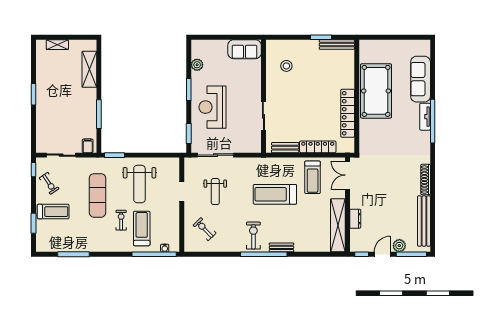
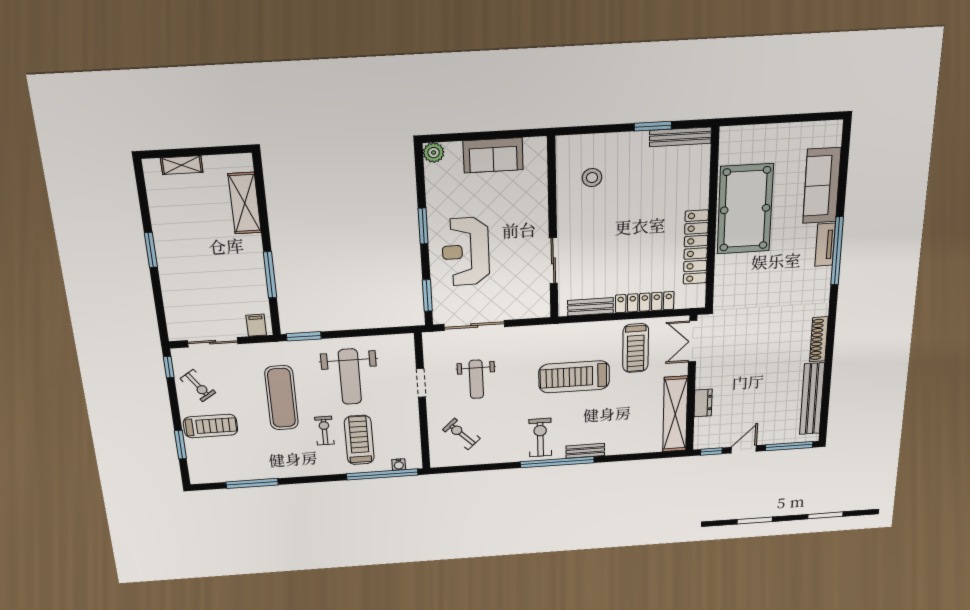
sofa: (245, 49) -> (493, 155), moved
plant: (197, 65) -> (434, 153), moved
plant: (399, 246) -> (771, 436), removed

